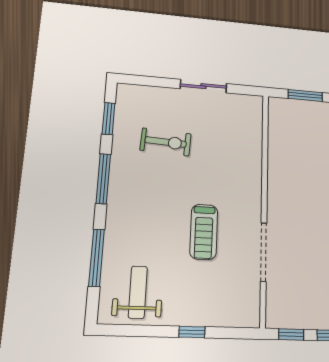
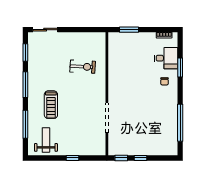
sliding door: (203, 86) -> (45, 30), moved
exercise bike: (166, 142) -> (83, 67), moved
treadmill: (204, 232) -> (51, 105), moved

